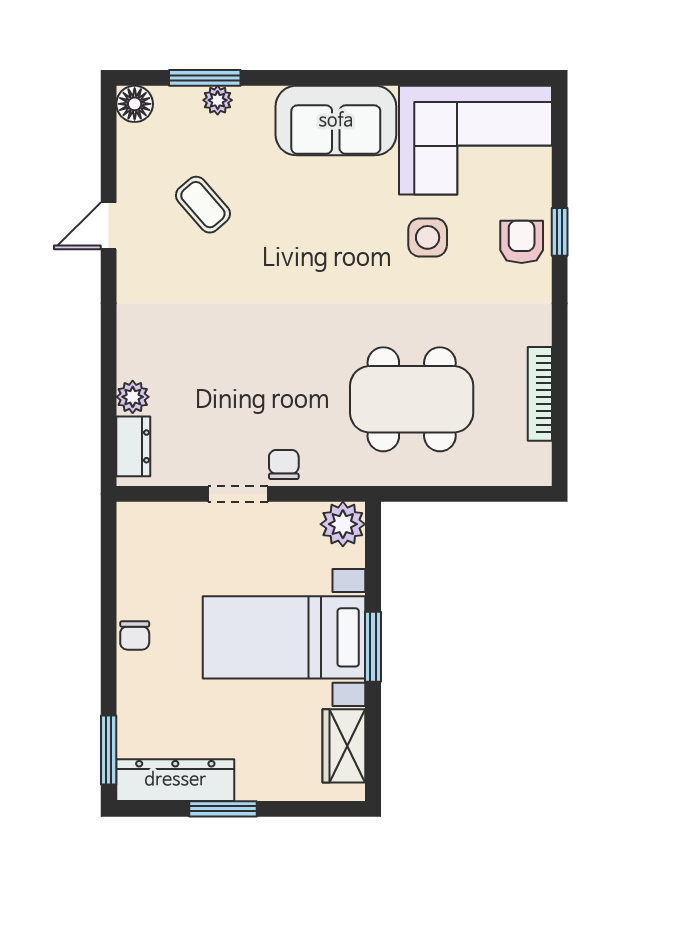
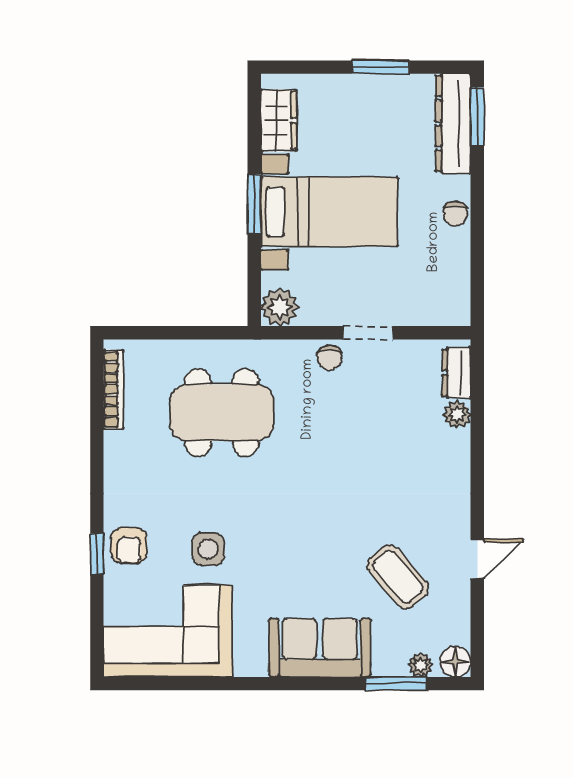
plant: (218, 100) -> (421, 665), moved
sofa: (336, 121) -> (320, 648), moved
coffee table: (203, 205) -> (398, 577), width x1.36, depth x1.30
bookcase: (540, 394) -> (114, 389), moved
chair: (135, 635) -> (455, 213), turned 180
dresser: (175, 780) -> (453, 123), moved, turned 90

